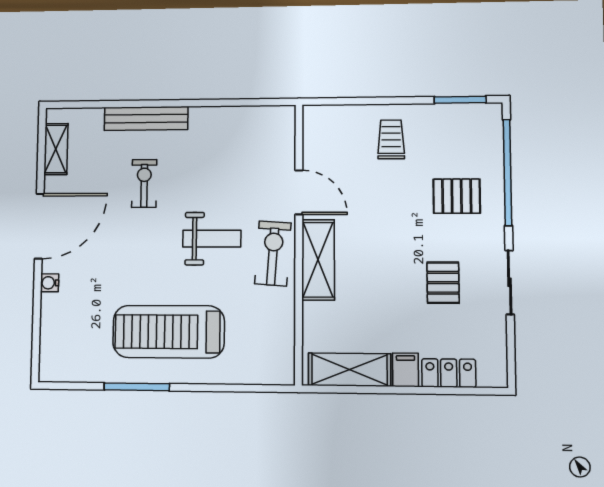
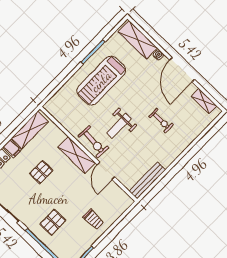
bench: (146, 118) -> (147, 180), moved
door: (299, 192) -> (106, 171), hinge flipped
pallet: (443, 283) -> (41, 172), moved, turned 90
treadmill: (168, 332) -> (101, 81), turned 180
shelving: (55, 336) -> (138, 40), added

